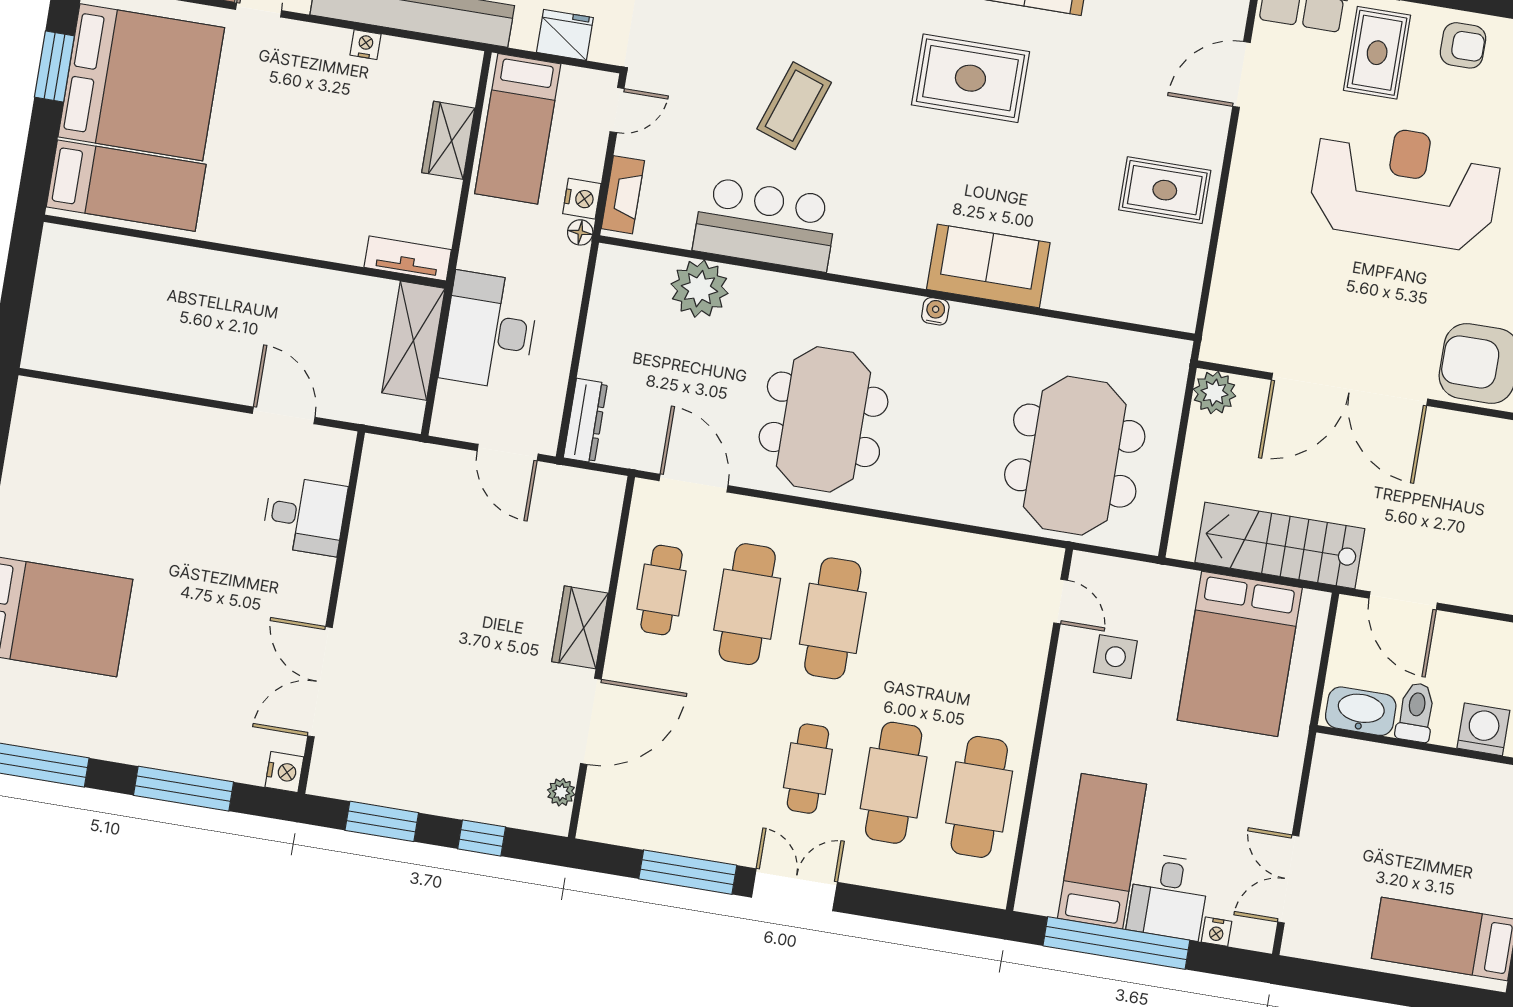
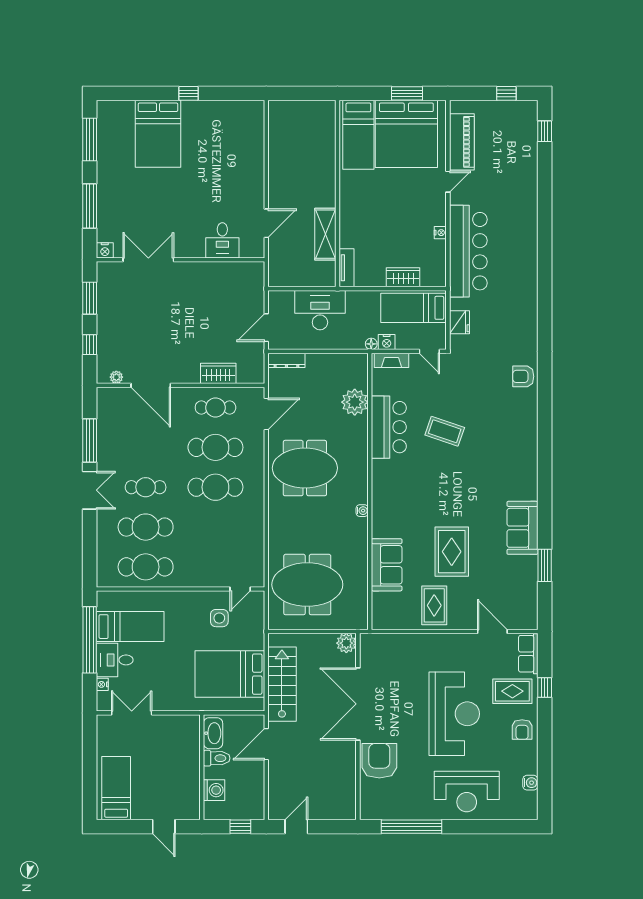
rug: (970, 78) -> (452, 552), moved
sofa: (988, 266) -> (387, 565), moved
shelving: (413, 341) -> (325, 234), moved, turned 90
wardrobe: (580, 627) -> (218, 373), moved

